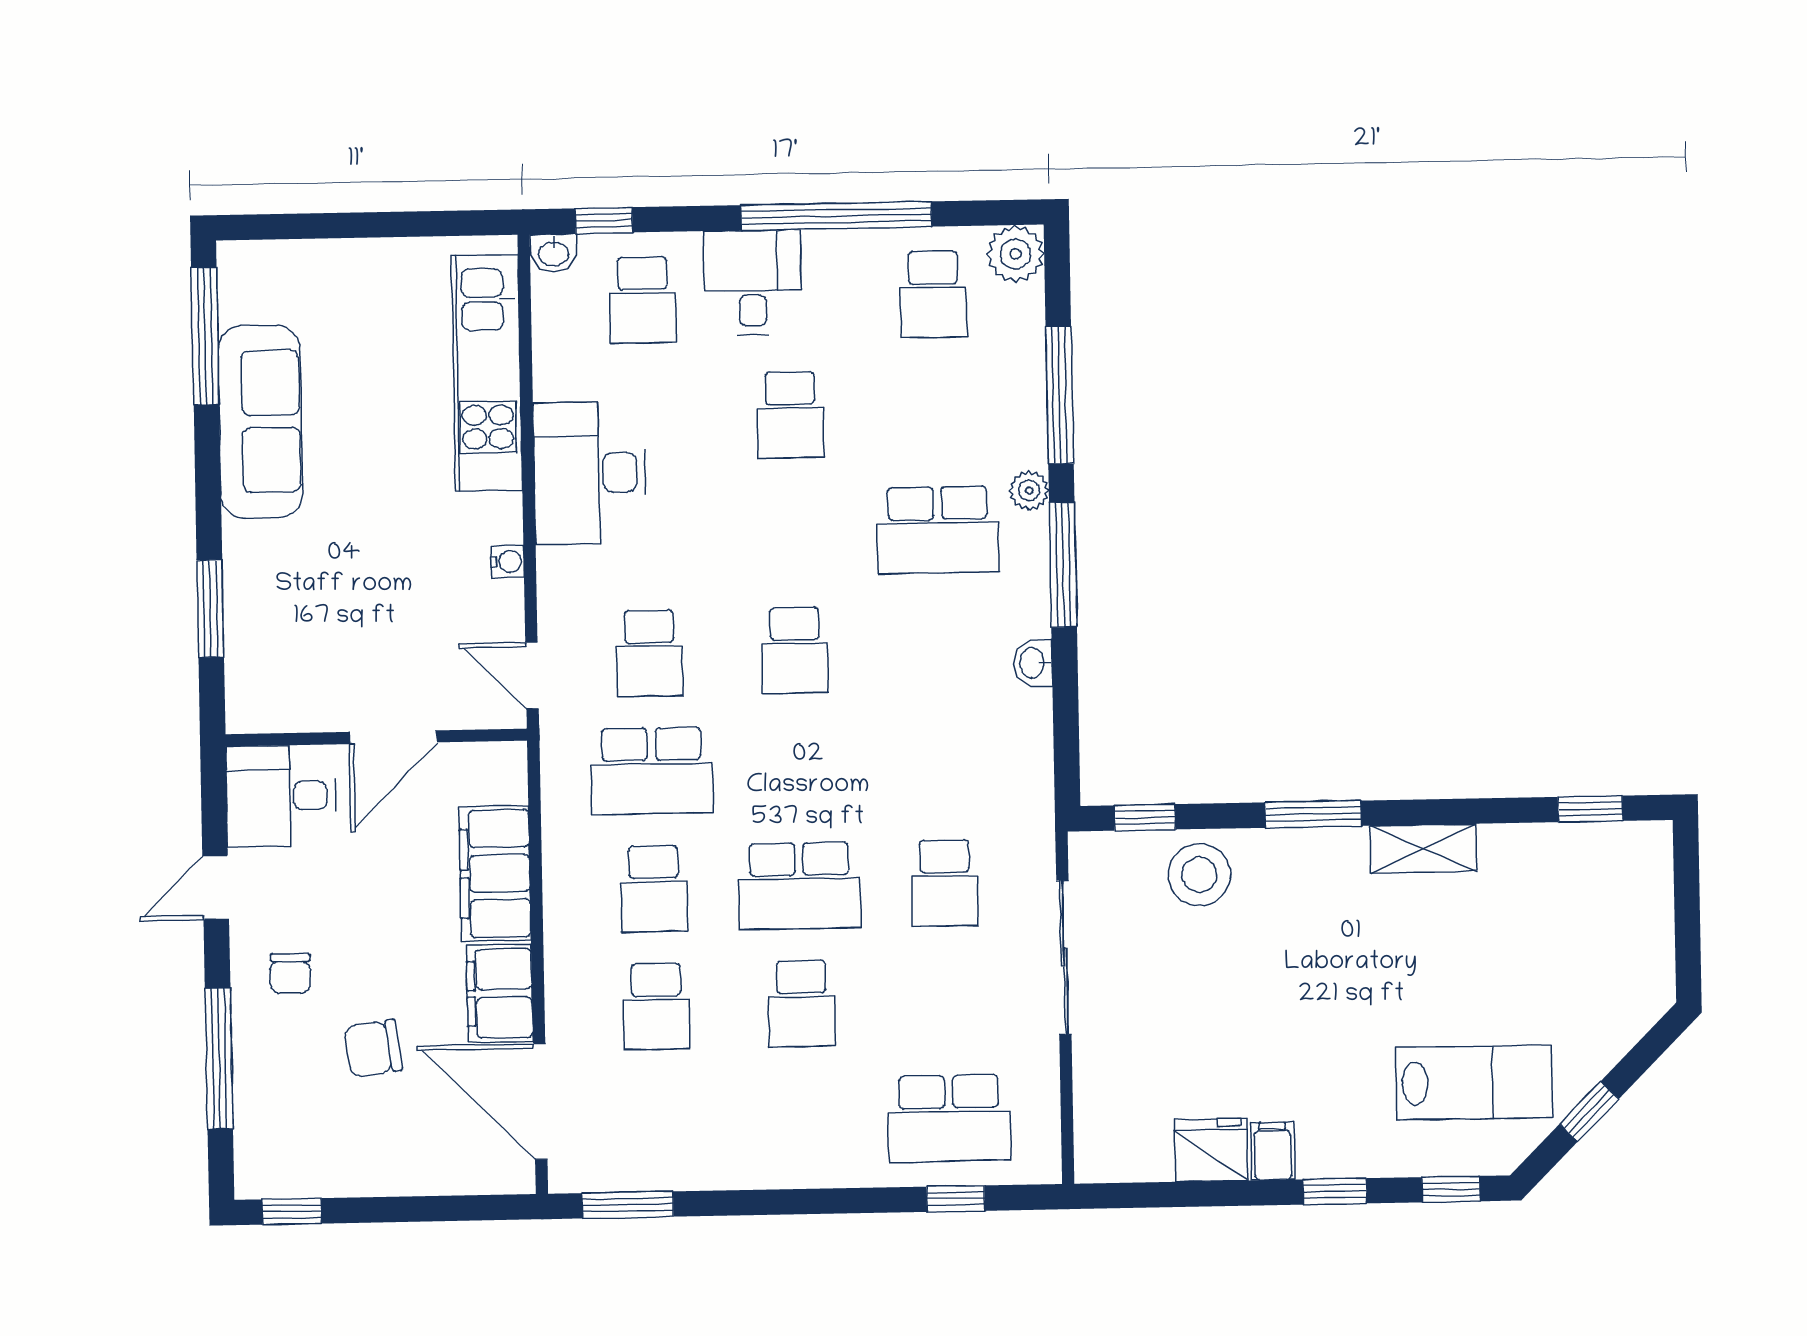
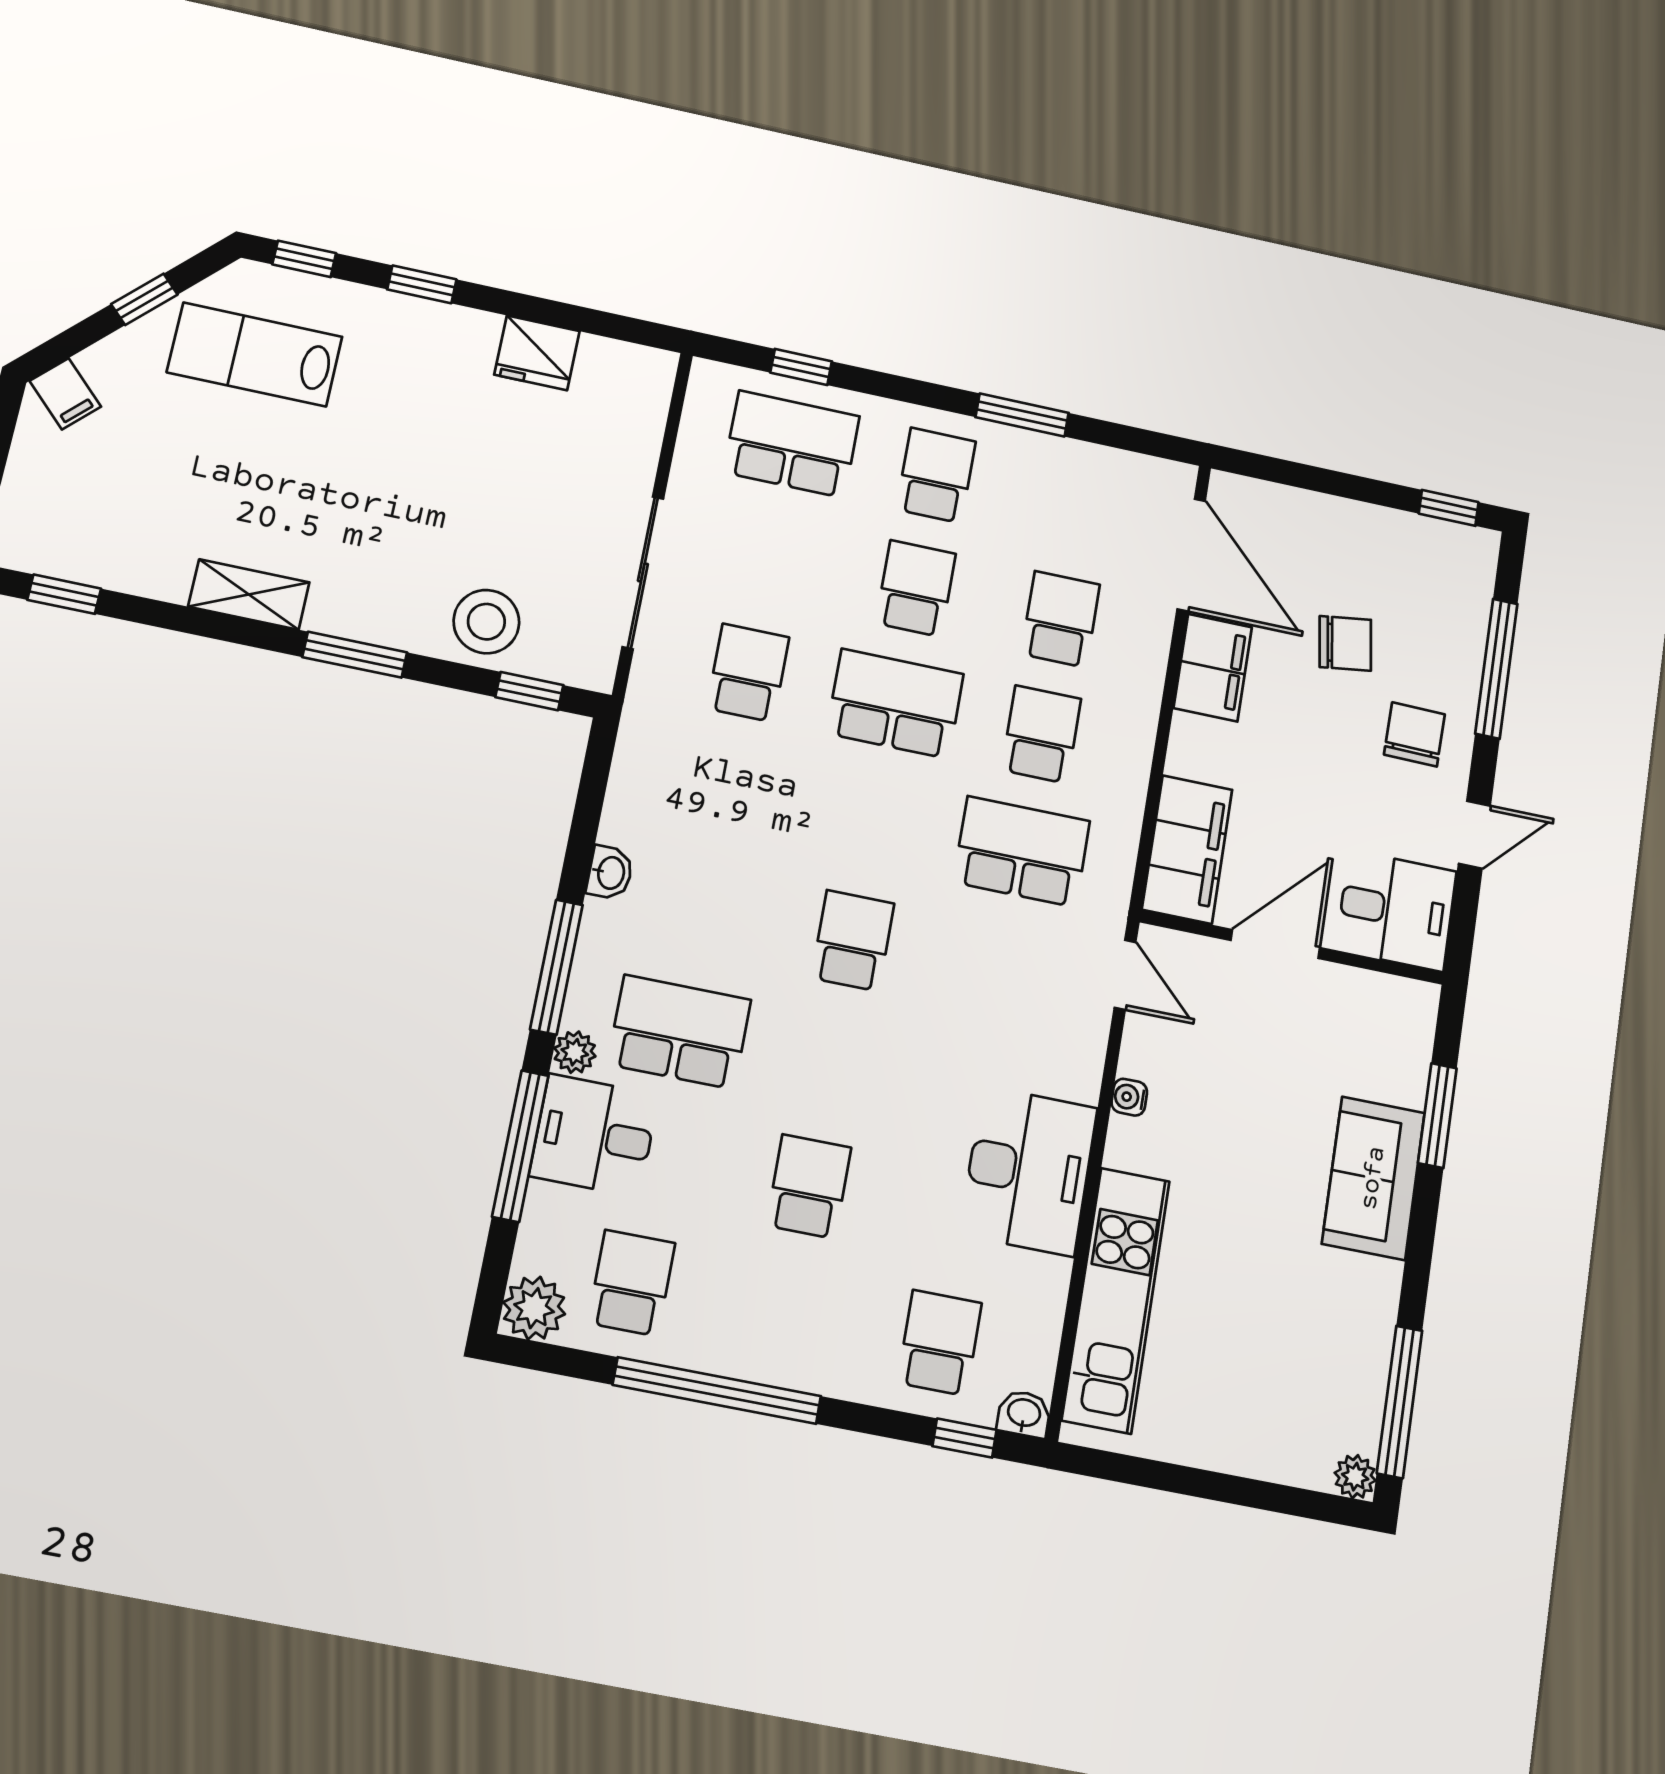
plant: (236, 260) -> (1355, 1477), added
desk: (752, 282) -> (594, 1135), moved, turned 90
sofa: (260, 422) -> (1373, 1178), moved, width x0.73
school desk: (649, 653) -> (936, 475), moved
filing cabinet: (495, 873) -> (1187, 849), moved
chair: (290, 973) -> (1414, 734), width x1.37, depth x1.37
filing cabinet: (1273, 1151) -> (65, 394), moved, turned -45
window: (628, 1205) -> (1022, 415), moved

